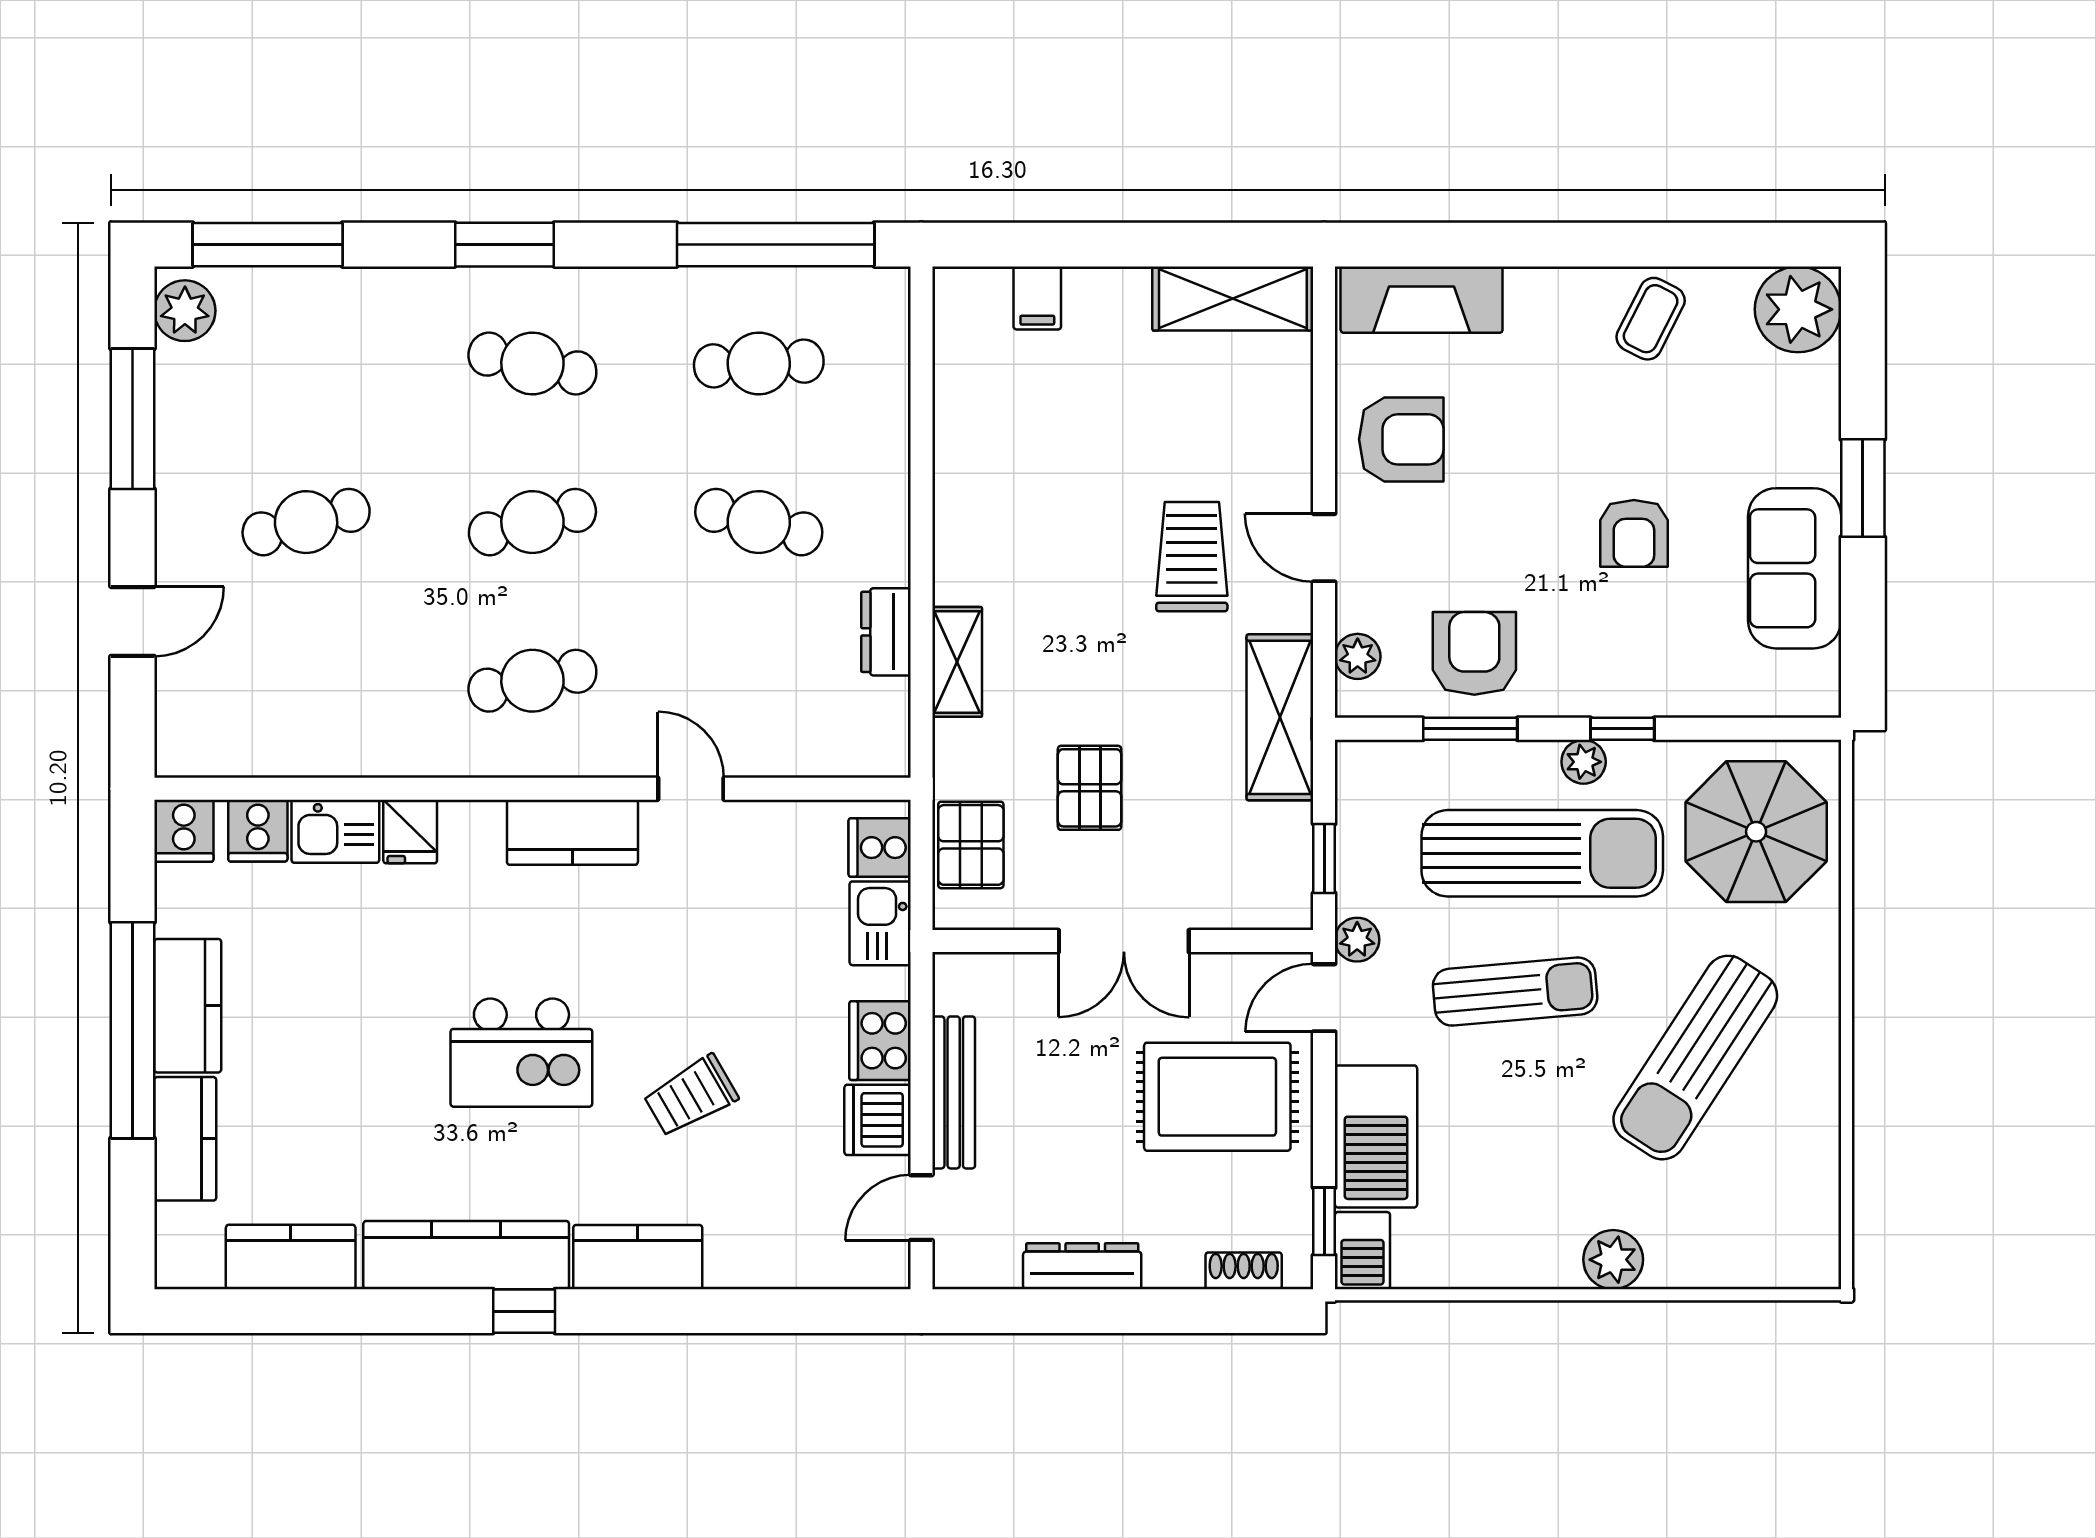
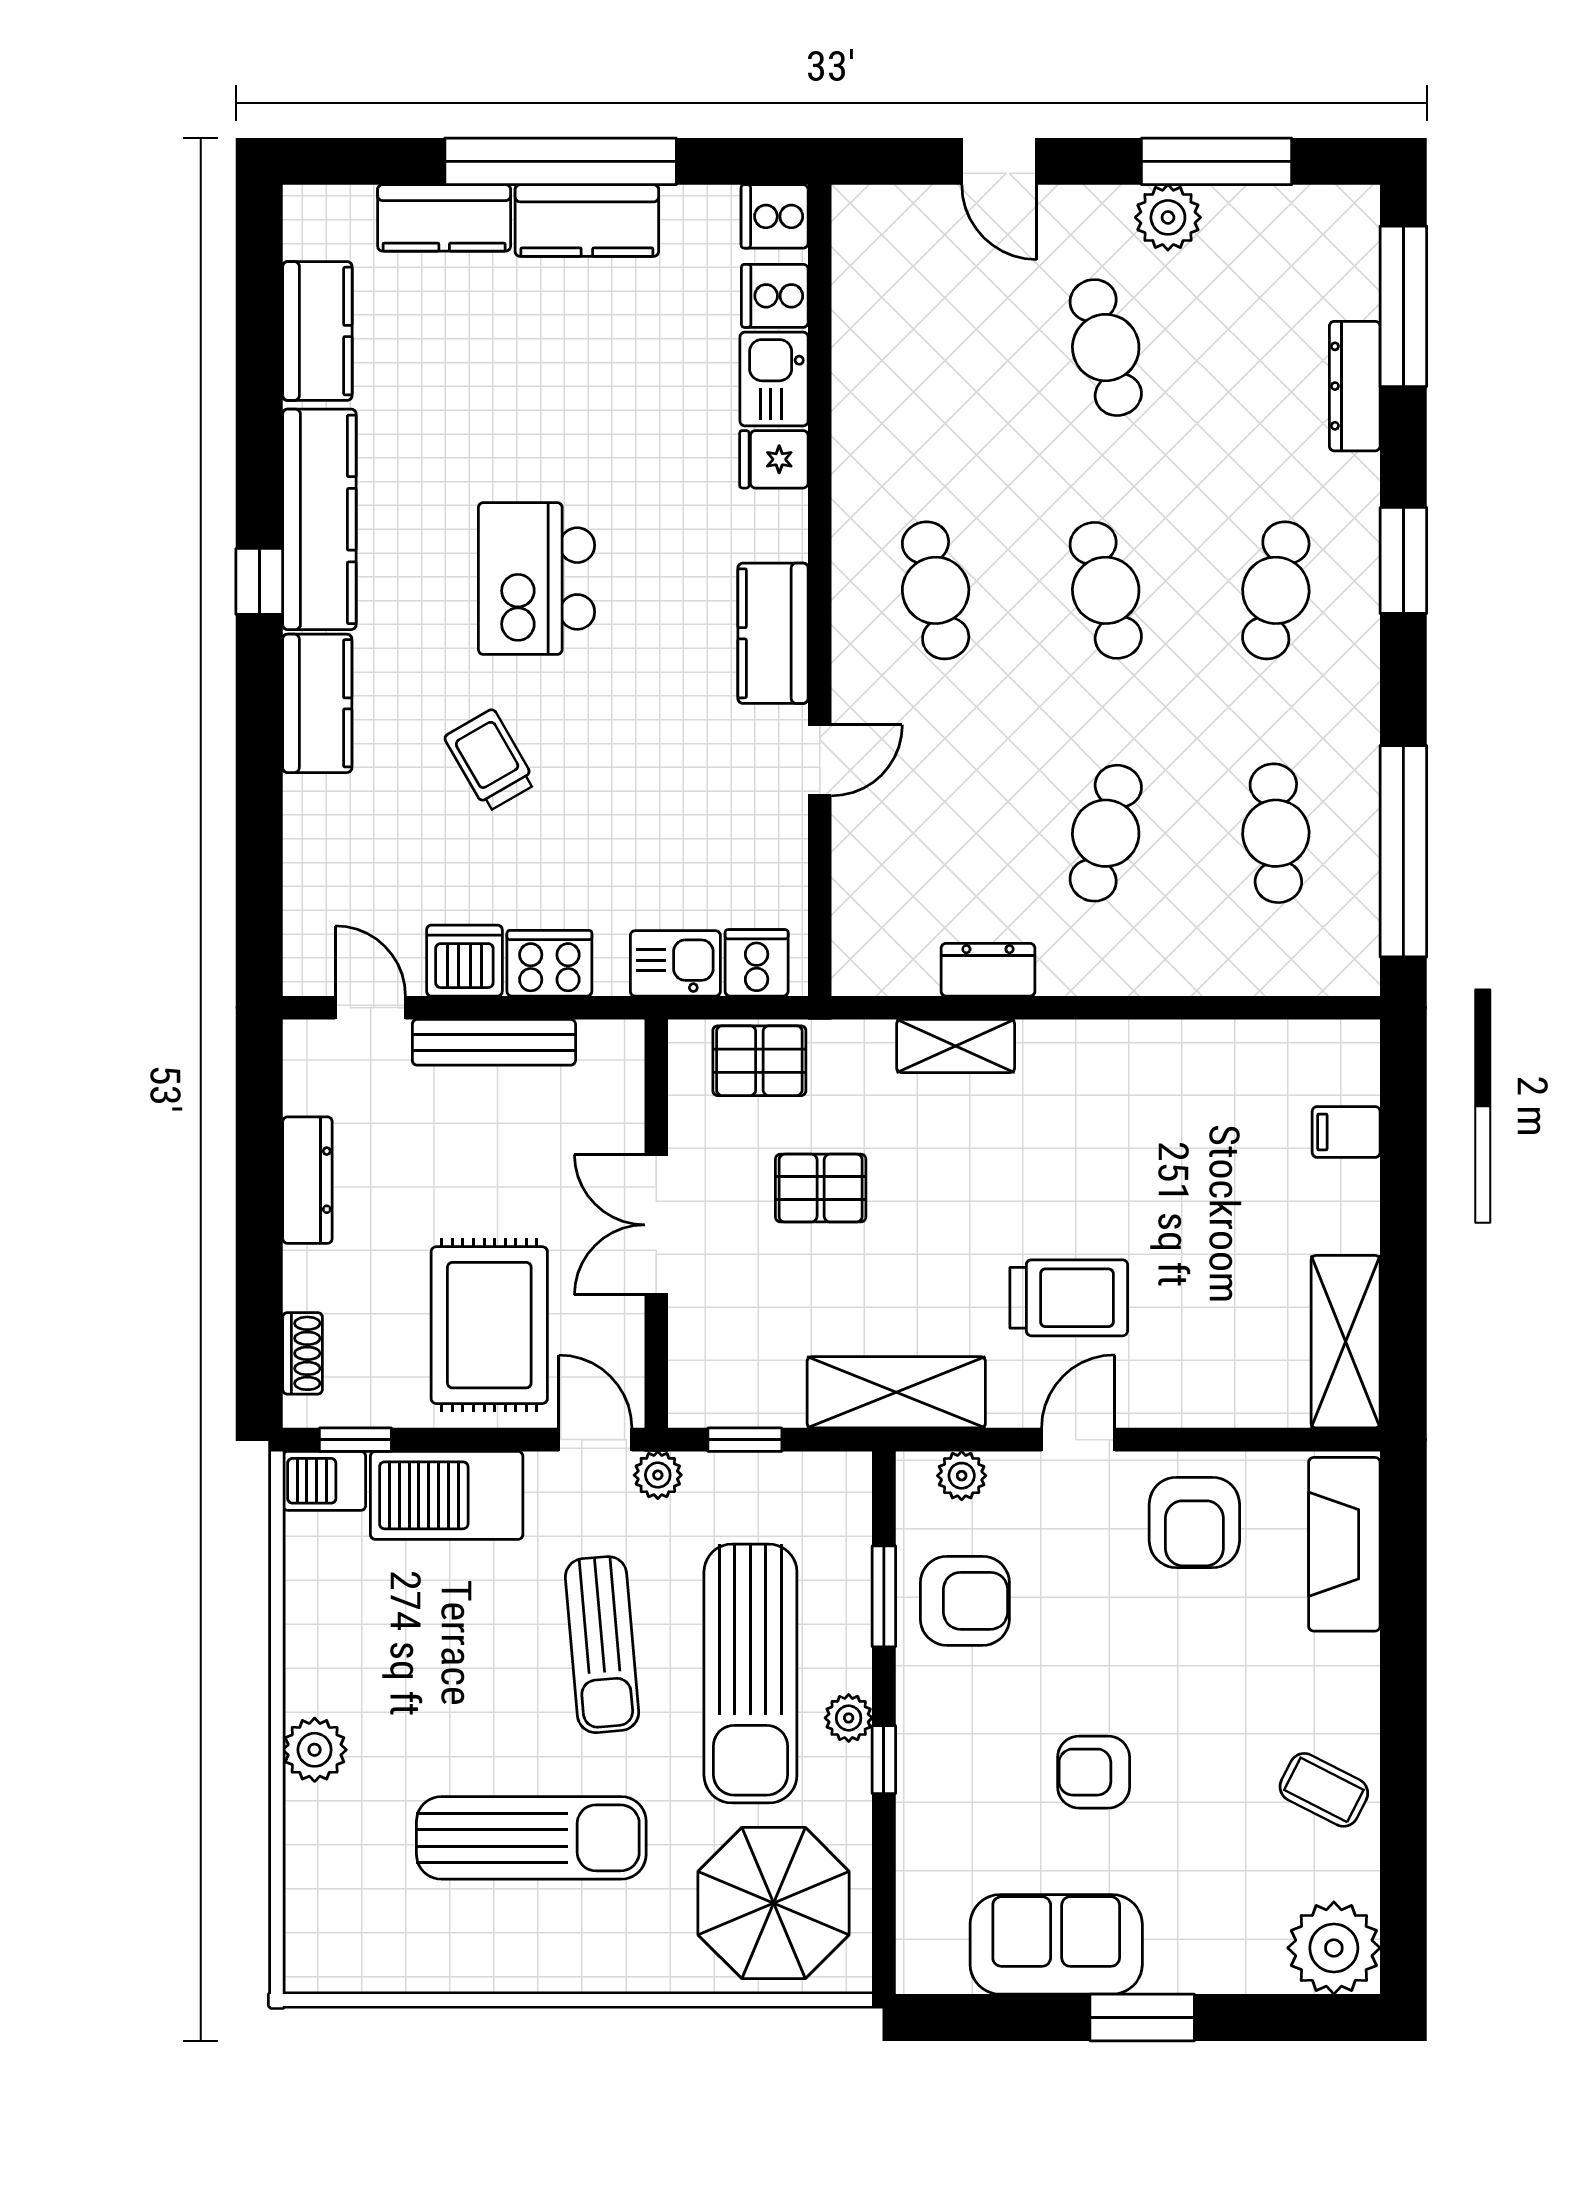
dresser: (342, 290) -> (1355, 386), added
plant: (185, 311) -> (1168, 217), moved
sun lounger: (1695, 1058) -> (531, 1838), turned 147

